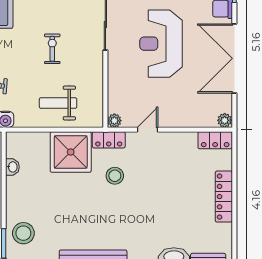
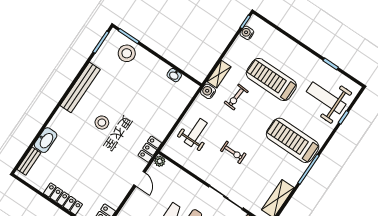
shower: (71, 152) -> (159, 119), removed
stool: (115, 176) -> (102, 123), moved

